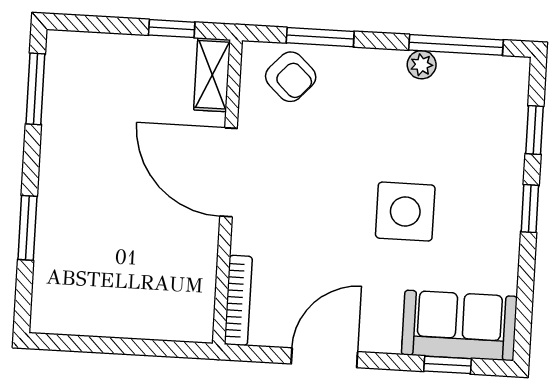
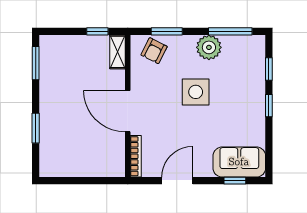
plant: (422, 65) -> (209, 47), width x1.88, depth x1.88
armchair: (291, 77) -> (154, 51), turned 74
door: (229, 172) -> (128, 111), moved
side table: (405, 212) -> (196, 92), moved

